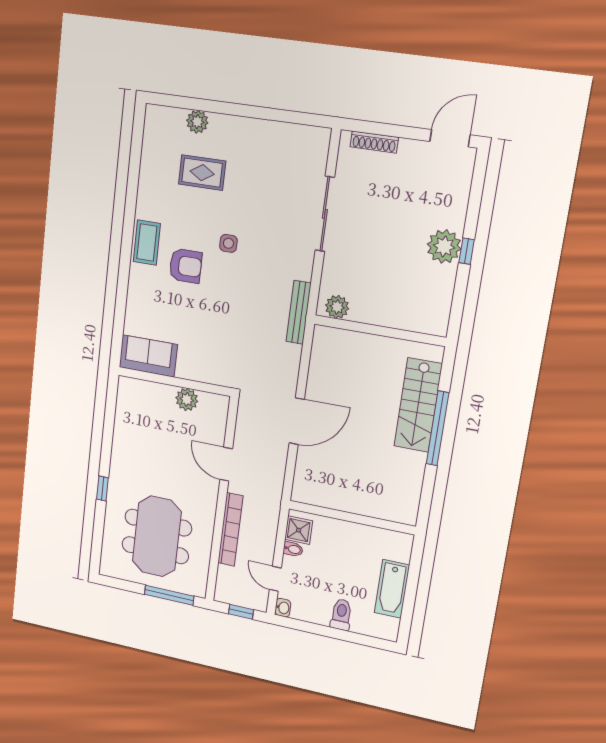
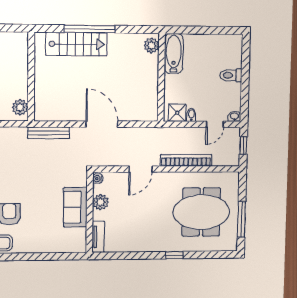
bench: (299, 312) -> (49, 133), moved
sofa: (148, 356) -> (75, 207), moved
tv unit: (139, 388) -> (98, 237), added
water cooler: (220, 401) -> (98, 179), added
plant: (400, 512) -> (151, 45), added
bathtub: (392, 589) -> (174, 53), moved, turned -90
window: (169, 595) -> (241, 219), moved

